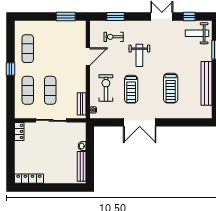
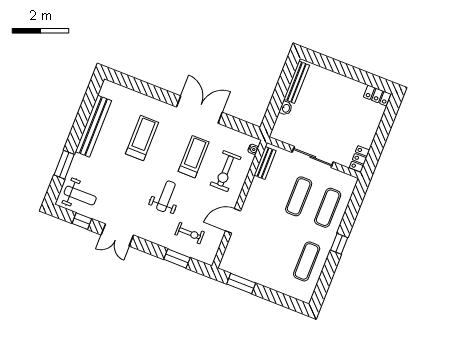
locker: (29, 179) -> (377, 96), width x0.66

